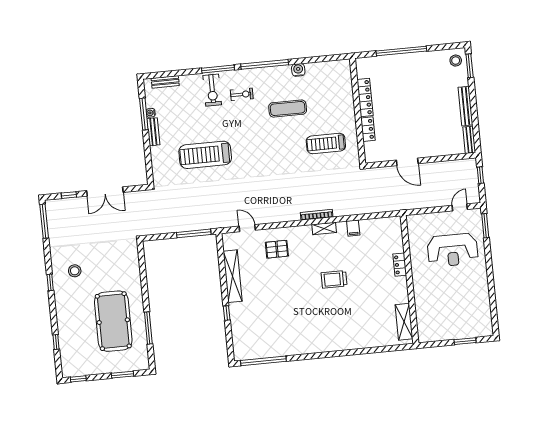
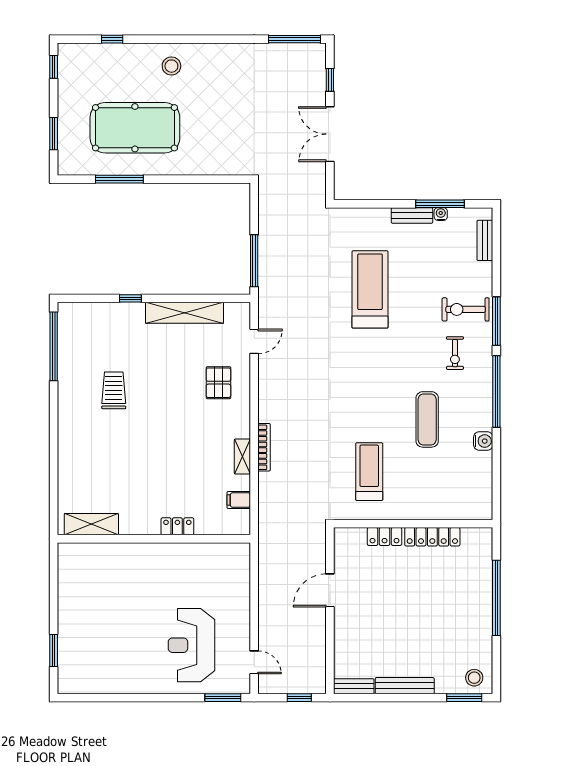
locker: (400, 265) -> (177, 526), moved
stool: (75, 271) -> (171, 66), moved
trolley: (334, 279) -> (114, 390), moved
wall: (409, 279) -> (154, 539), moved
window: (50, 282) -> (202, 39), removed
shelving: (404, 322) -> (91, 524), moved

